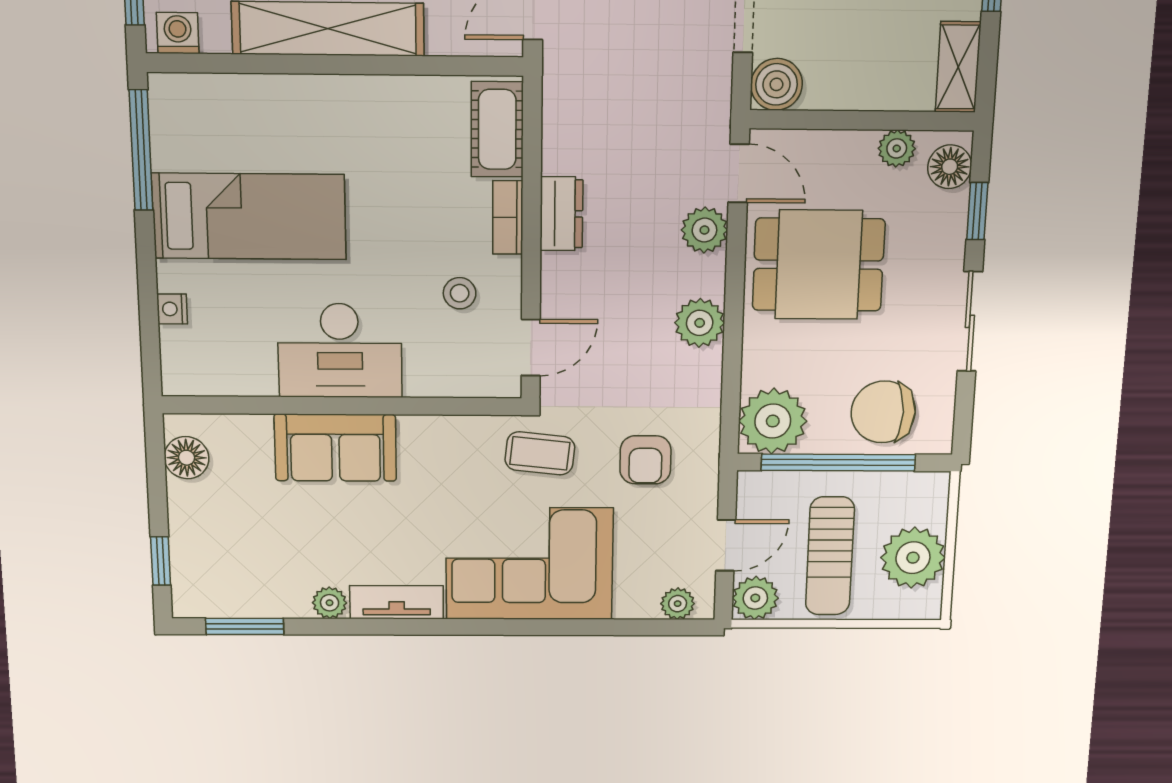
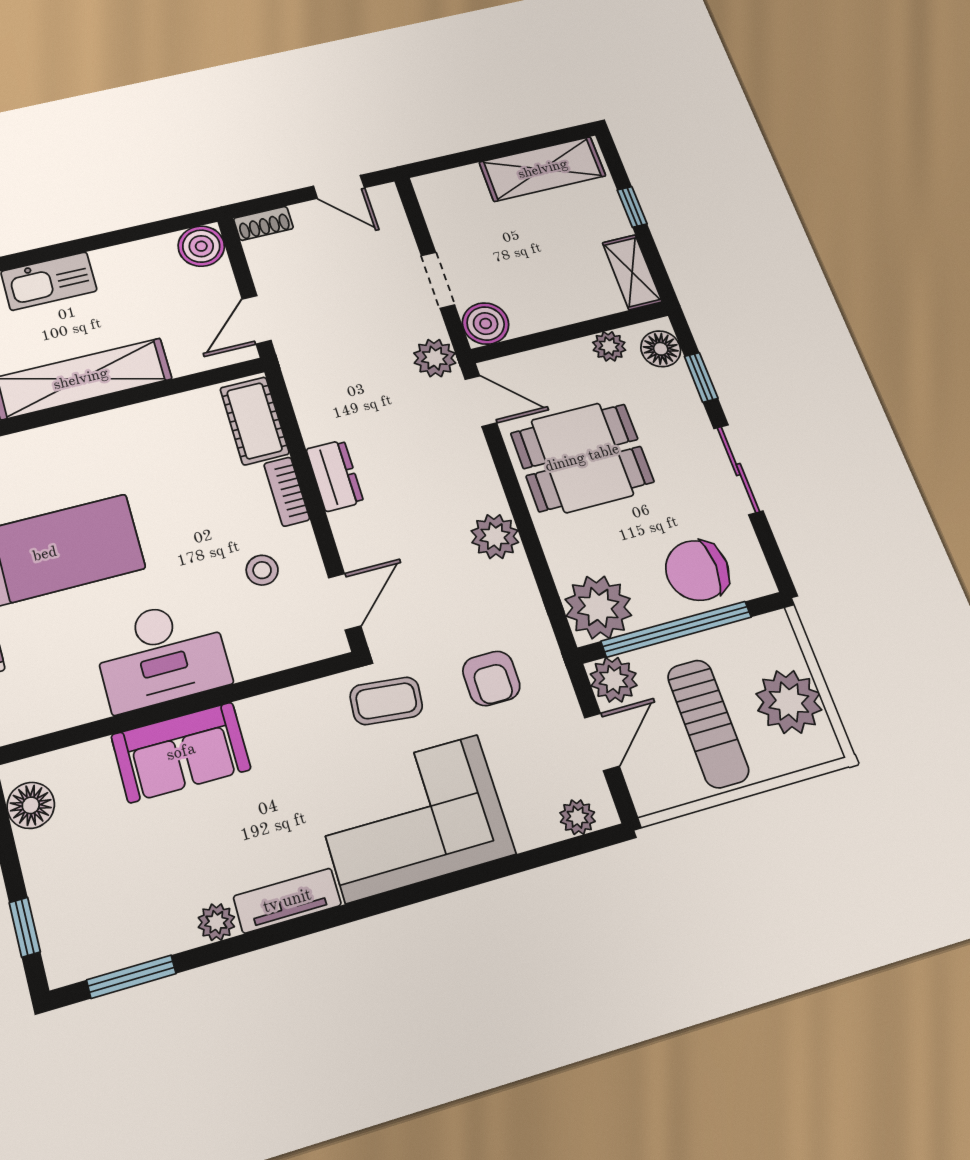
plant: (704, 230) -> (435, 358), moved
plant: (755, 598) -> (614, 680), moved

